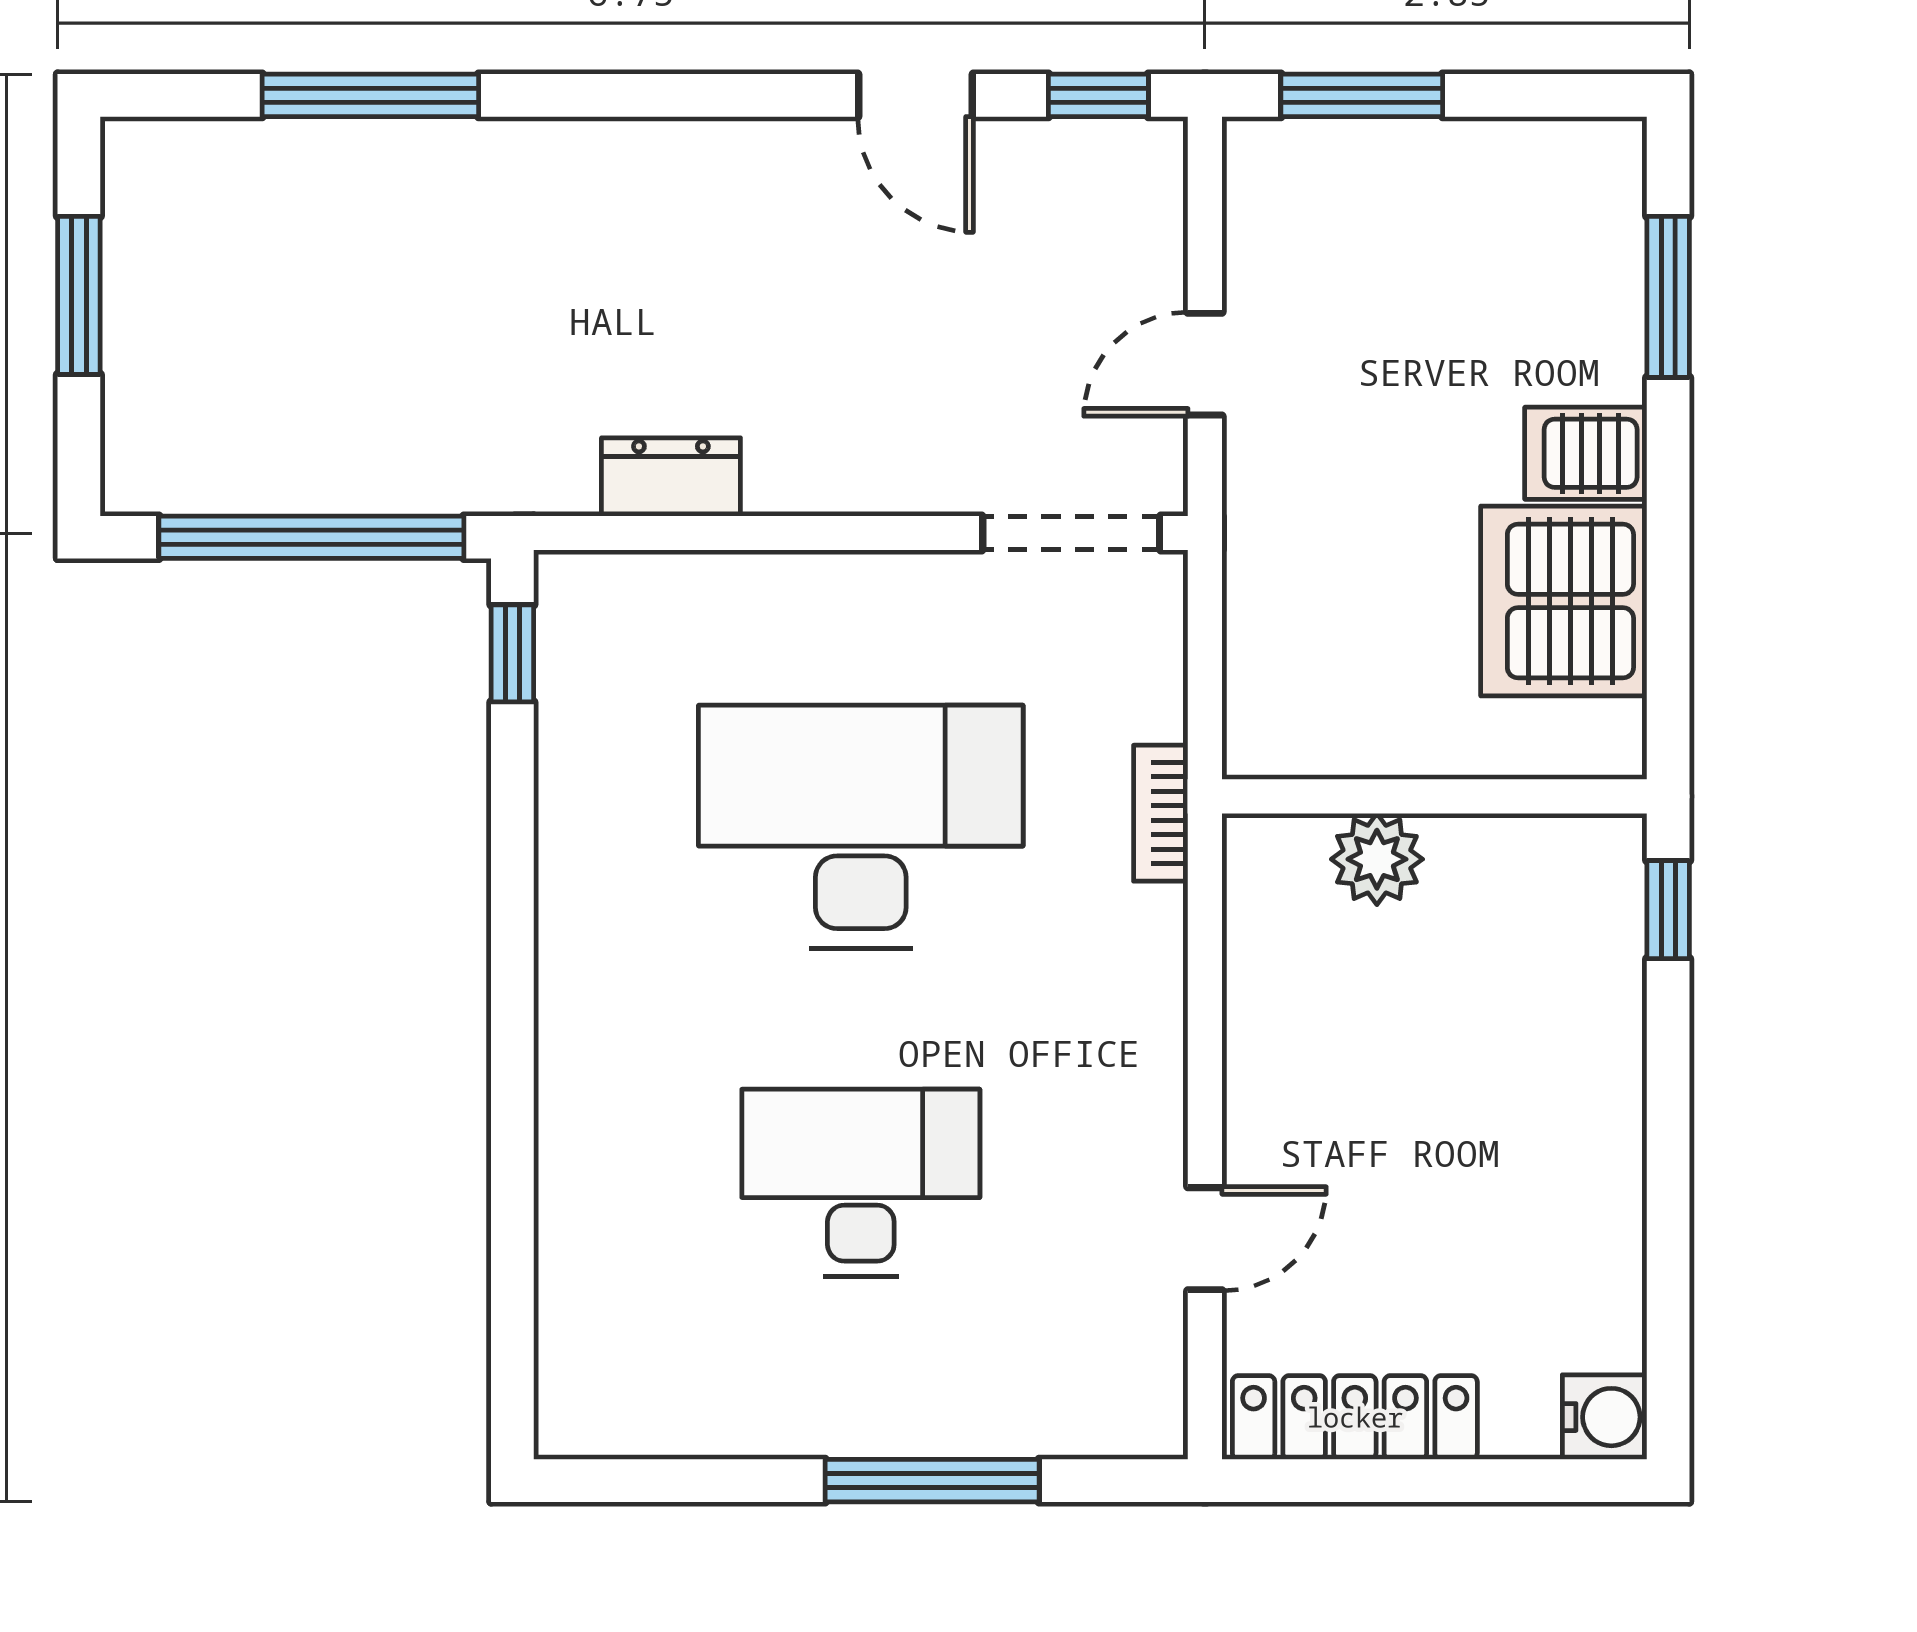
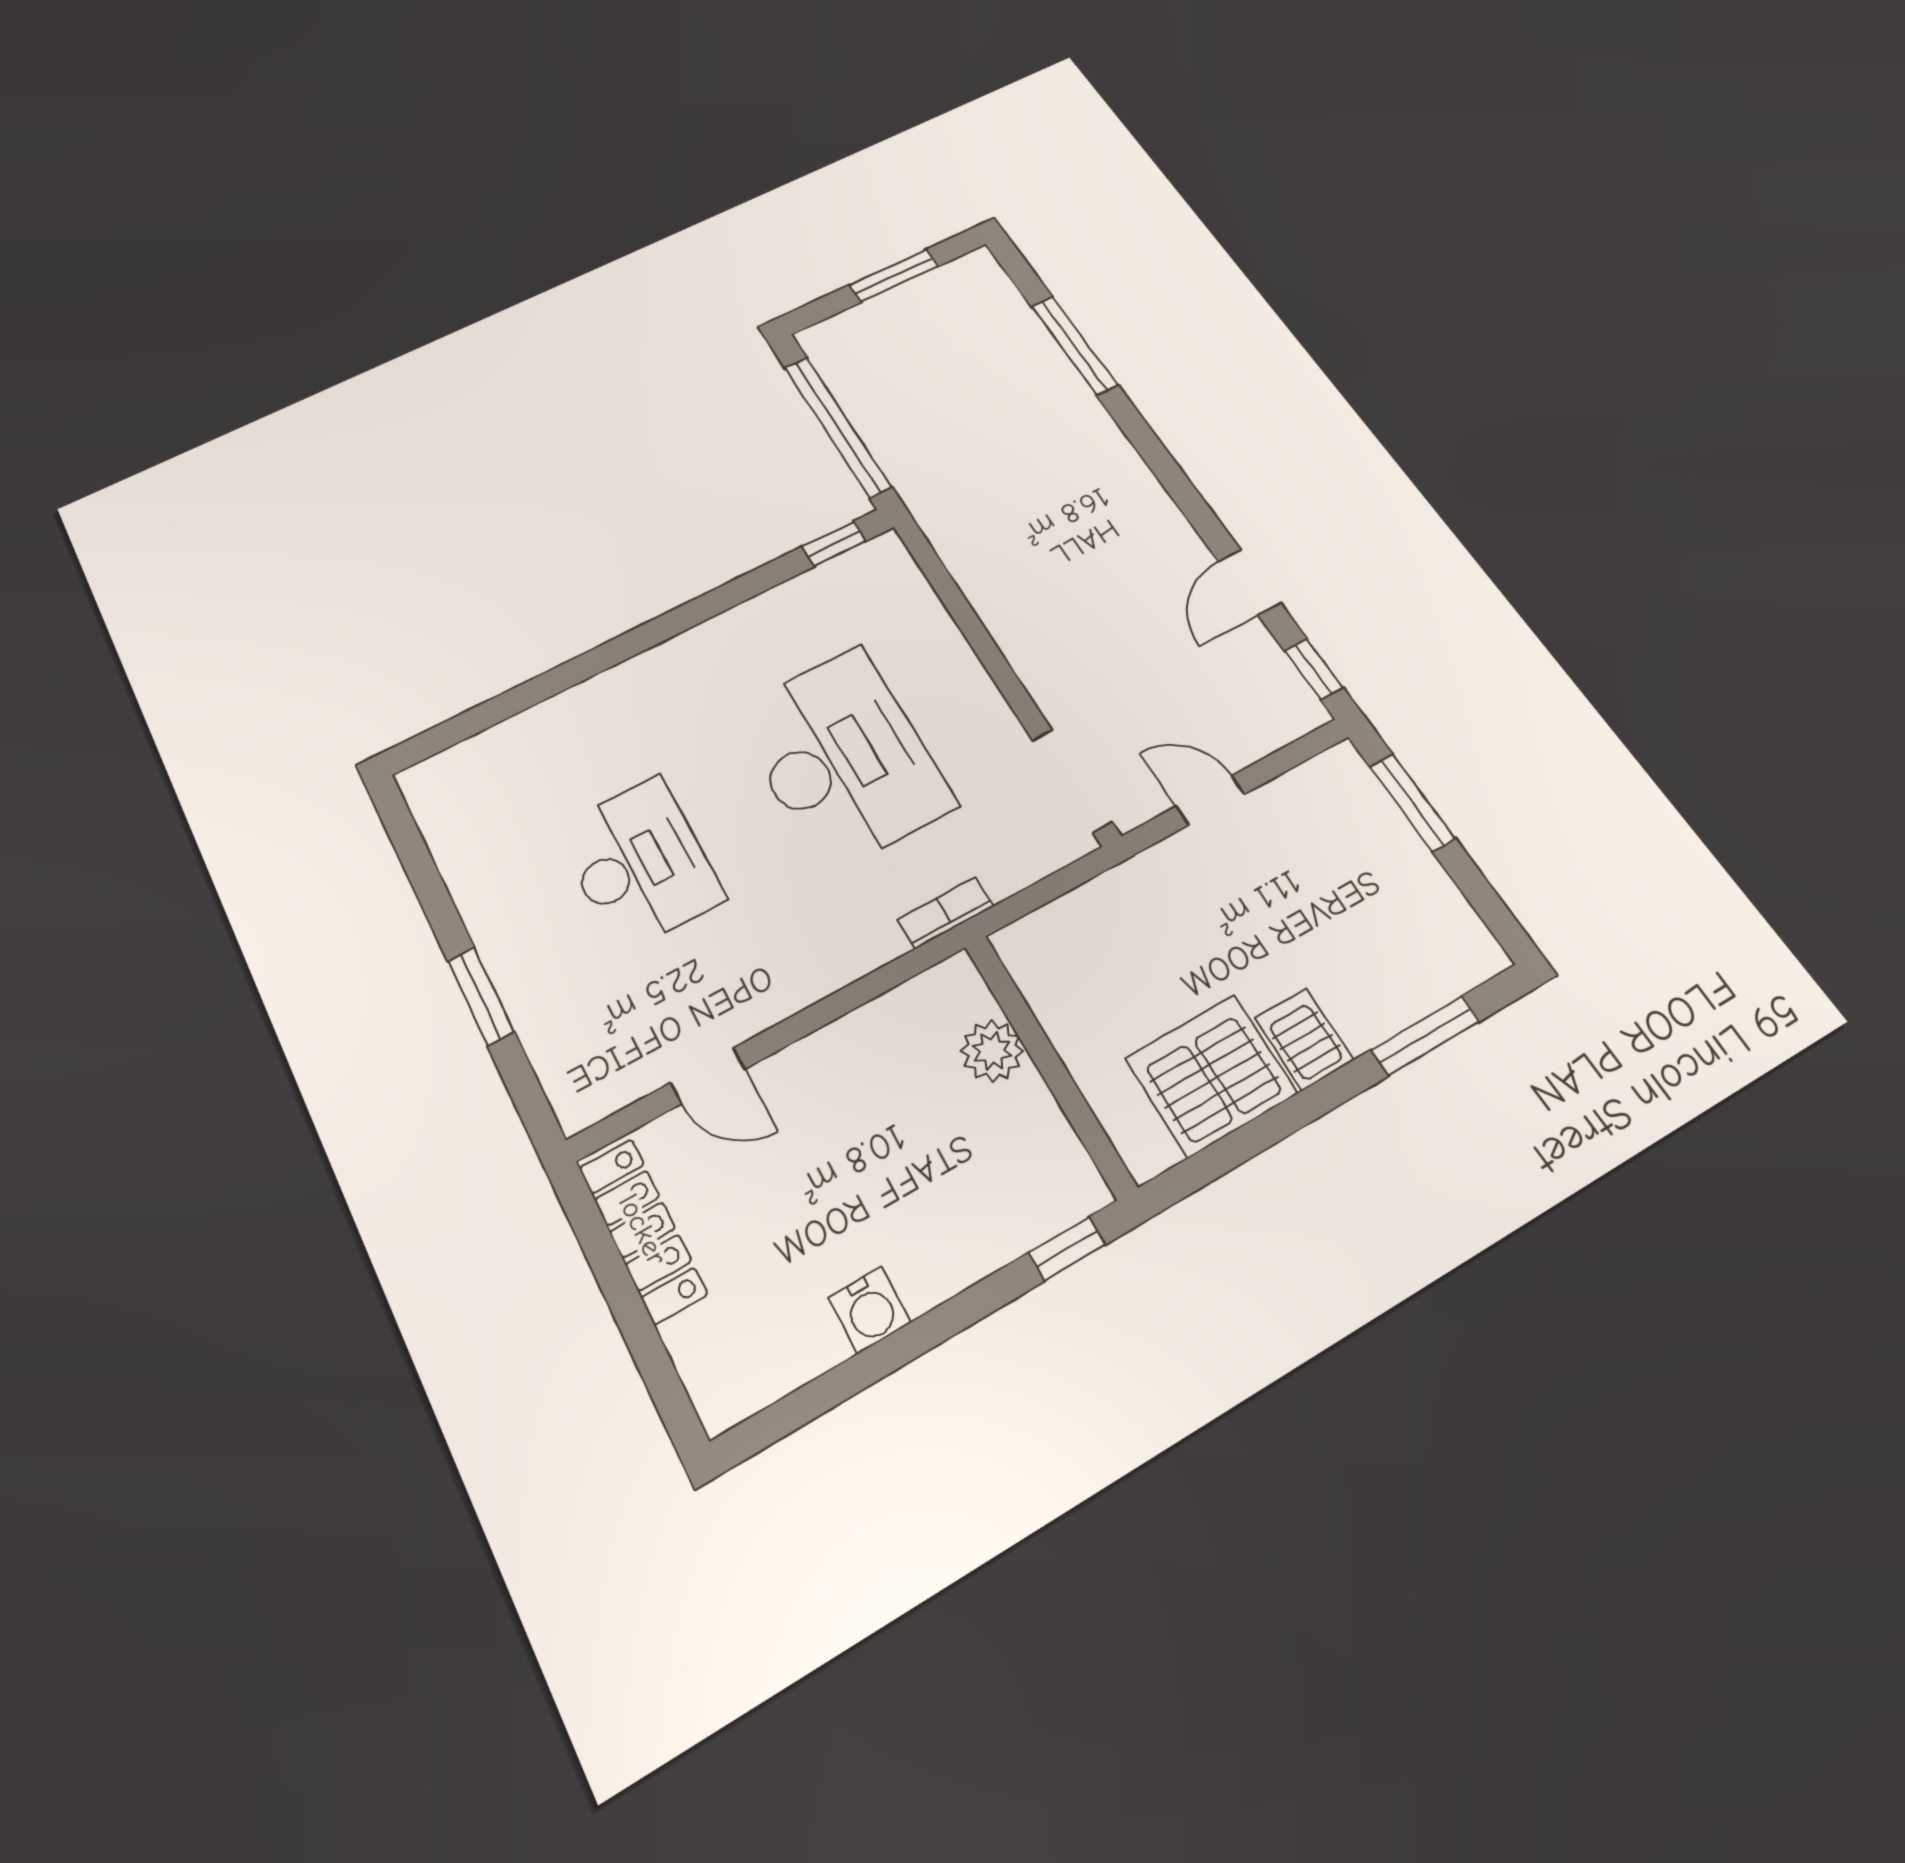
dresser: (671, 477) -> (973, 570), removed
water cooler: (1605, 1417) -> (870, 1310), moved
window: (932, 1481) -> (481, 996), width x0.69

